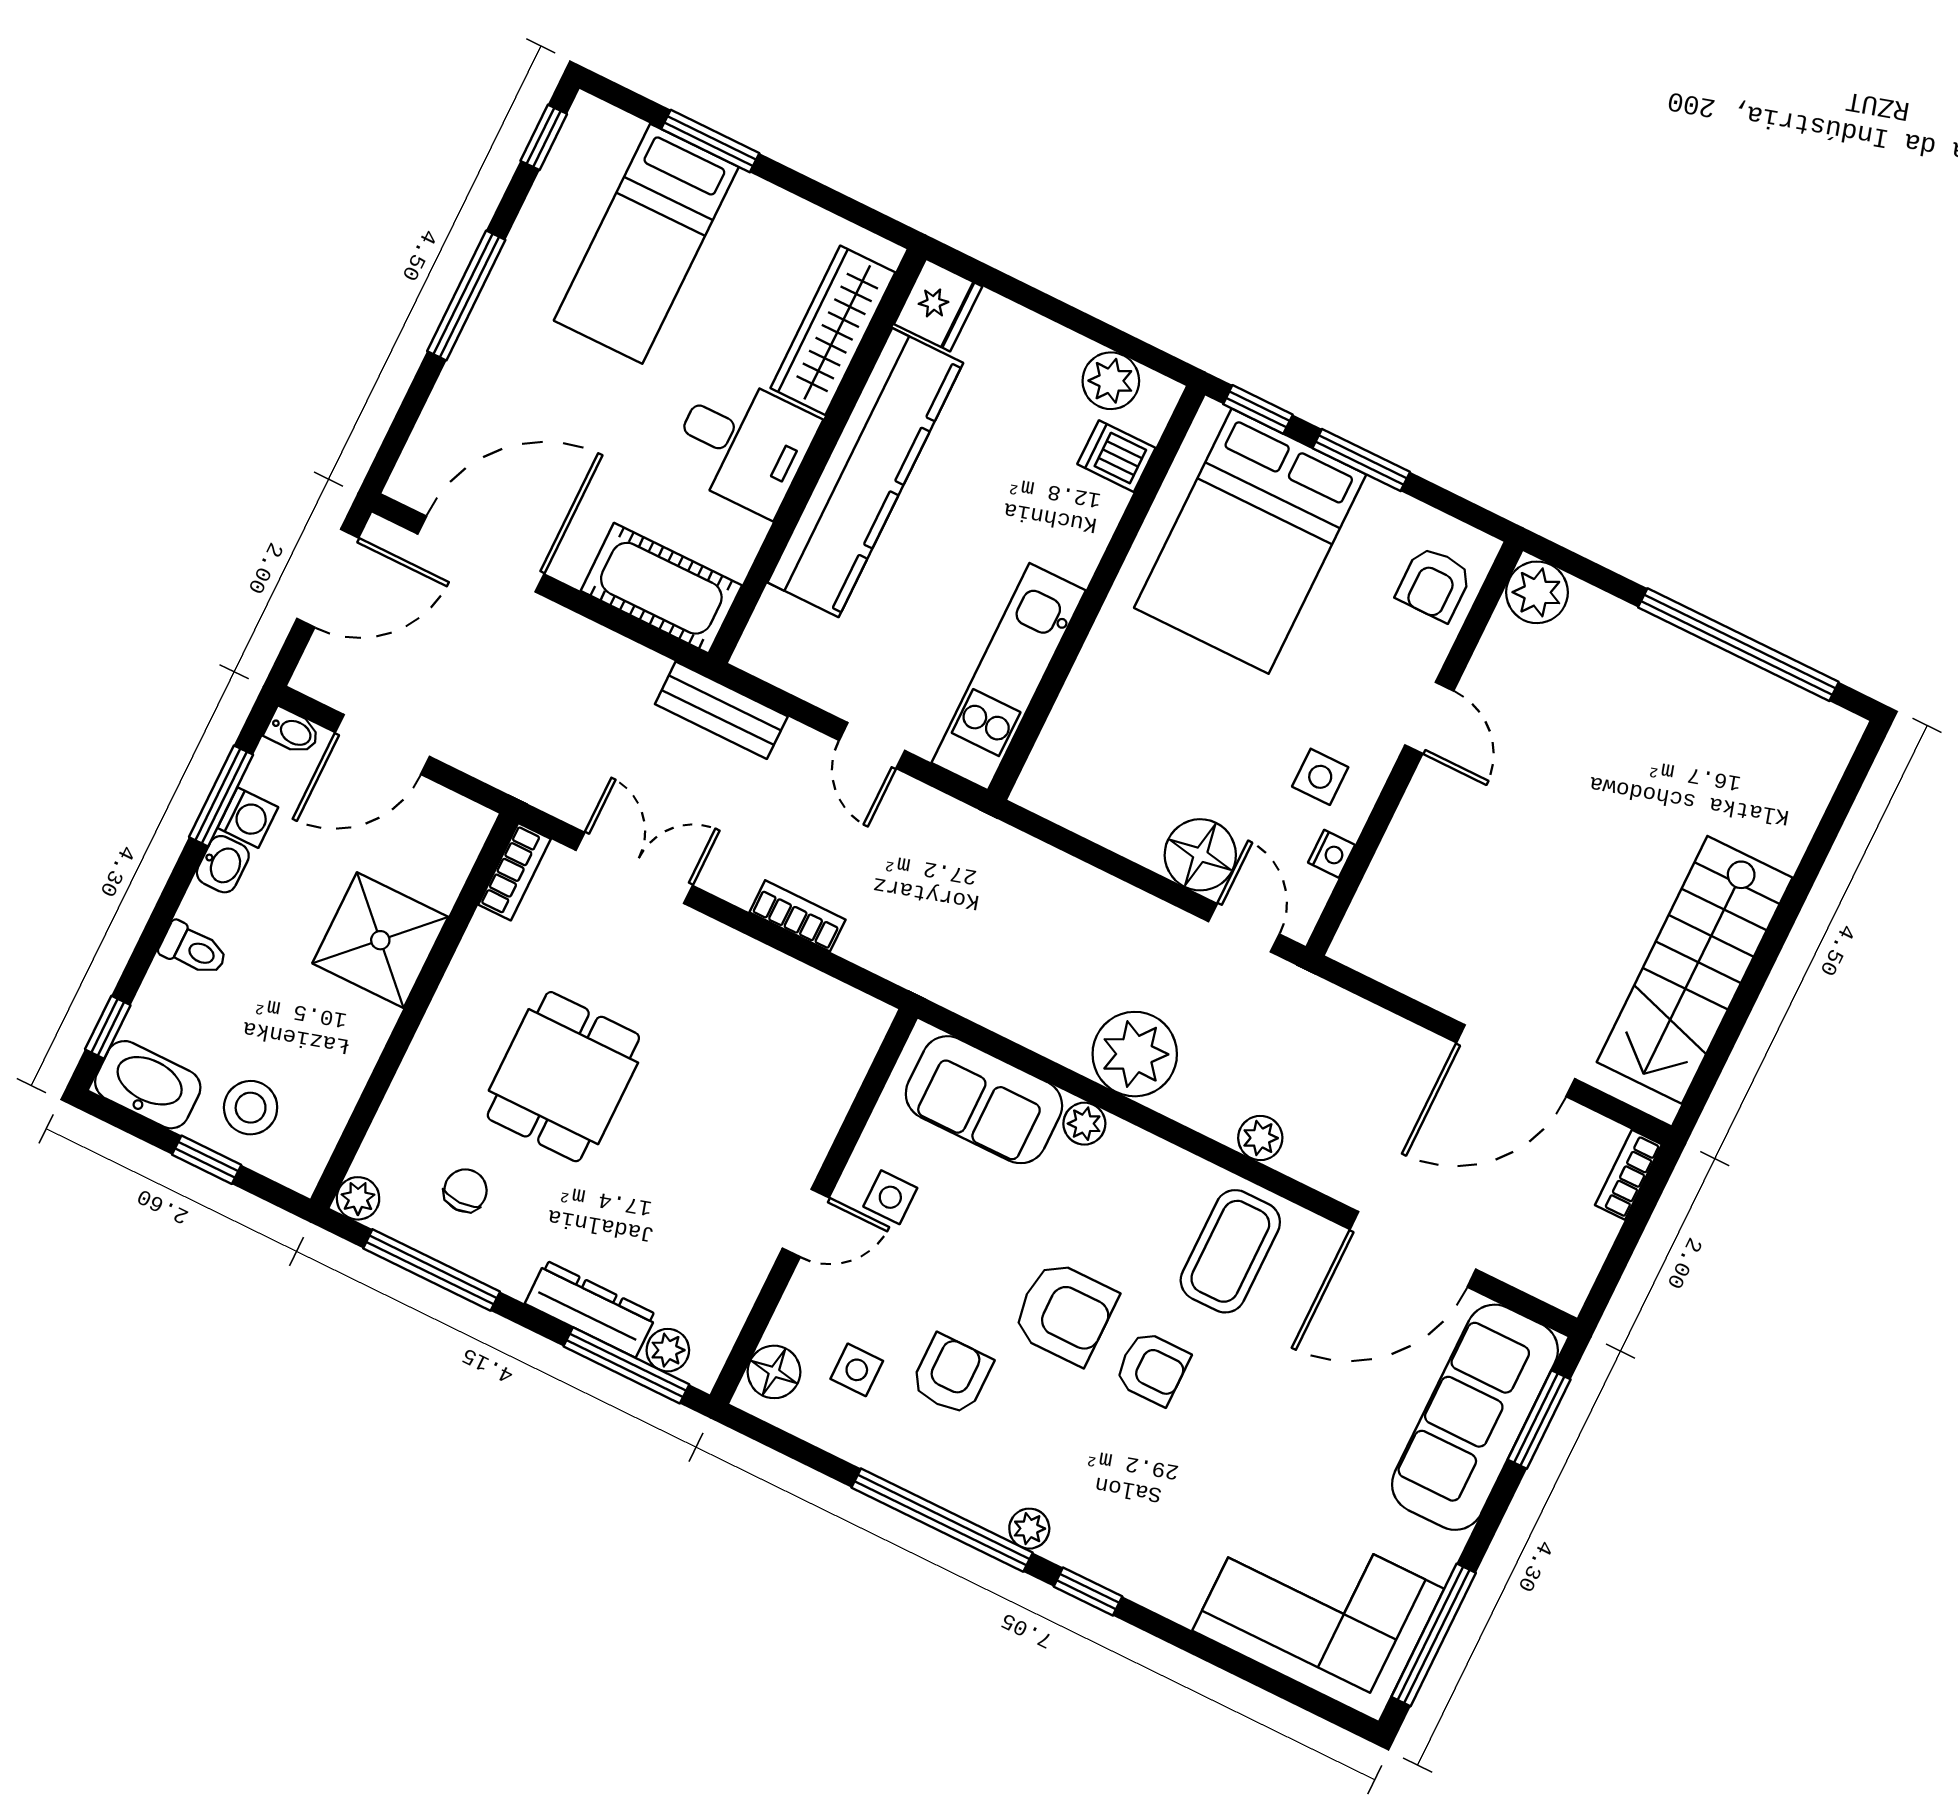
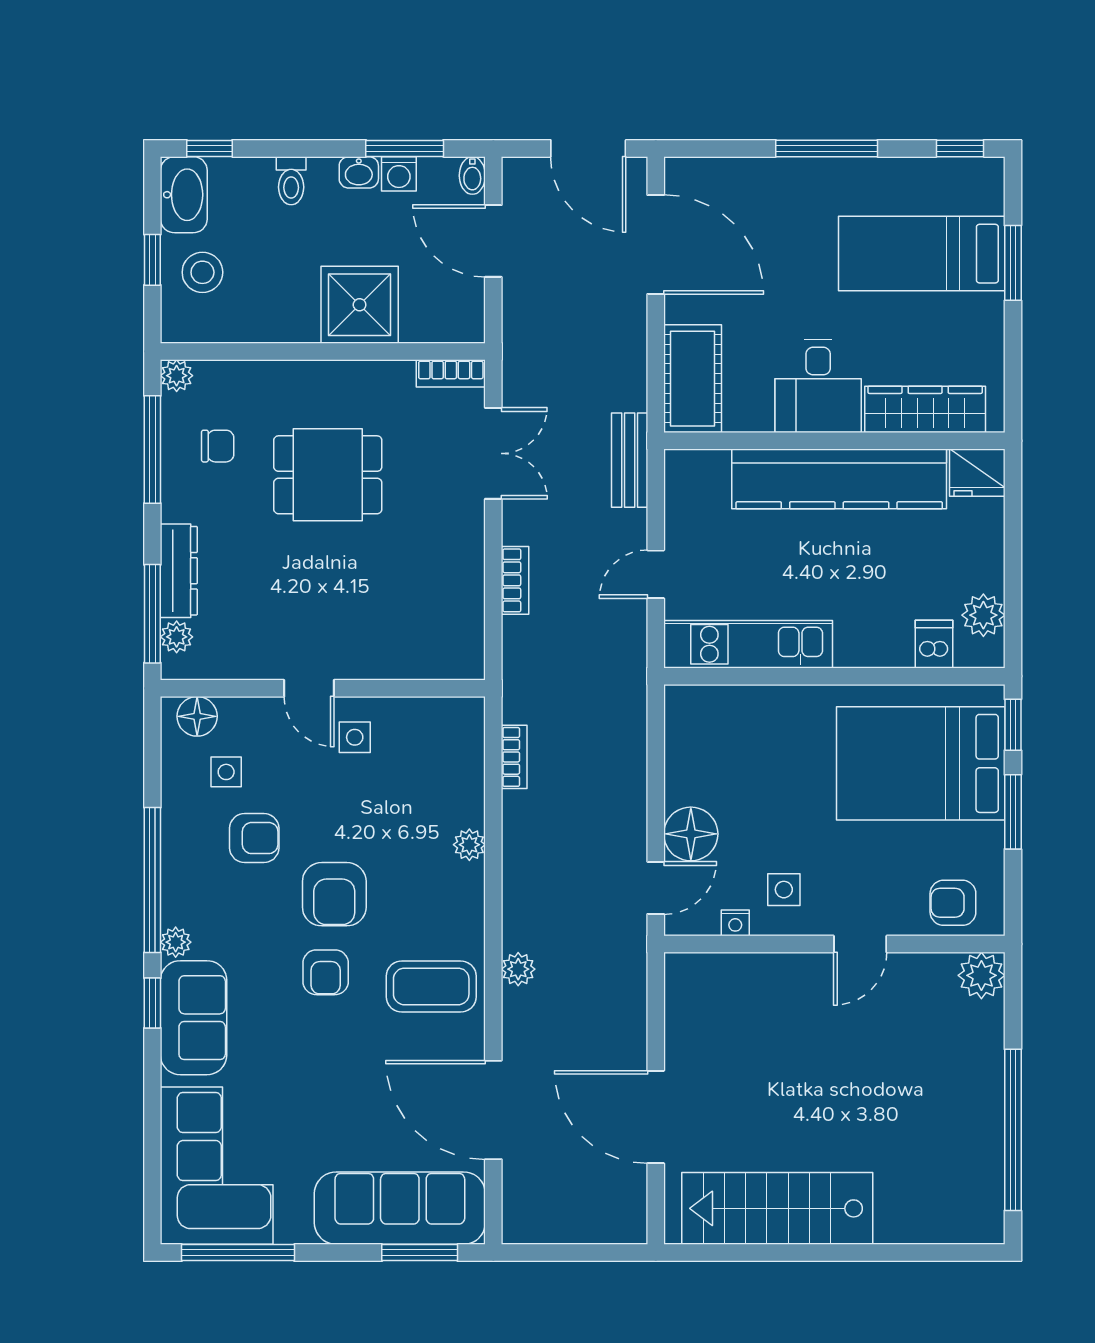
plant: (1135, 1054) -> (533, 856), removed
sofa: (984, 1100) -> (194, 1018), moved, turned 180
bookcase: (1628, 1175) -> (514, 757), moved, turned 90

